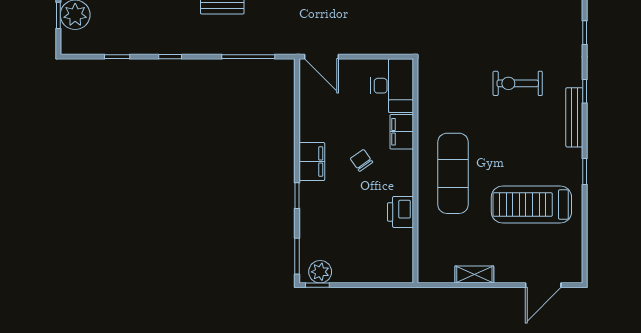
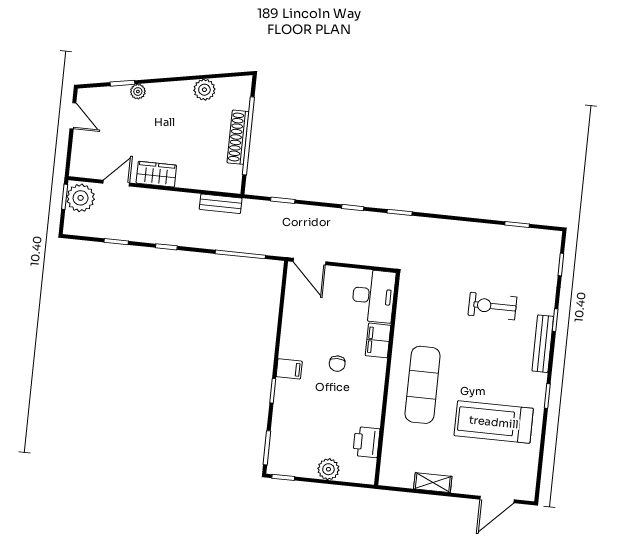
chair: (361, 160) -> (337, 364), turned -145
filing cabinet: (312, 162) -> (289, 369), width x0.50
printer: (400, 212) -> (366, 442), moved
plant: (320, 272) -> (328, 469), moved

